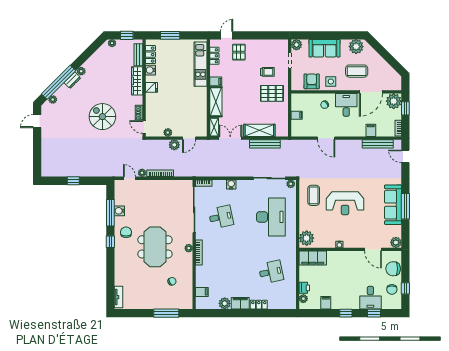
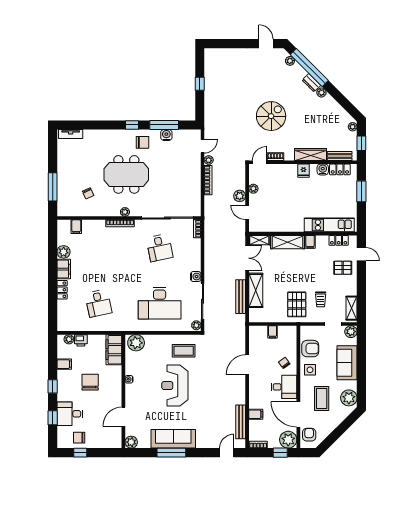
shelving: (275, 44) -> (352, 308), added
armchair: (389, 82) -> (309, 435), added
water cooler: (231, 184) -> (196, 277), moved
chair: (393, 269) -> (90, 382), moved

